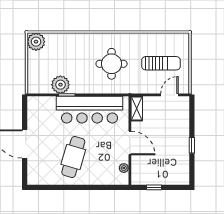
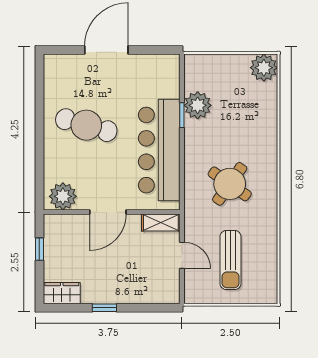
round table: (112, 64) -> (230, 184), turned 35
door: (169, 95) -> (182, 255), moved
plant: (124, 168) -> (63, 196), width x1.87, depth x1.87
wardrobe: (182, 173) -> (62, 293), added

